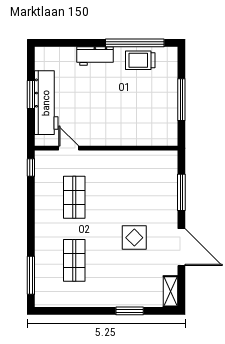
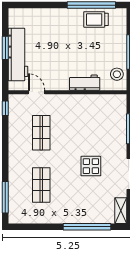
workbench: (95, 56) -> (85, 83), moved, turned 180
stool: (166, 126) -> (117, 74), added
window: (130, 311) -> (87, 227), width x2.11

